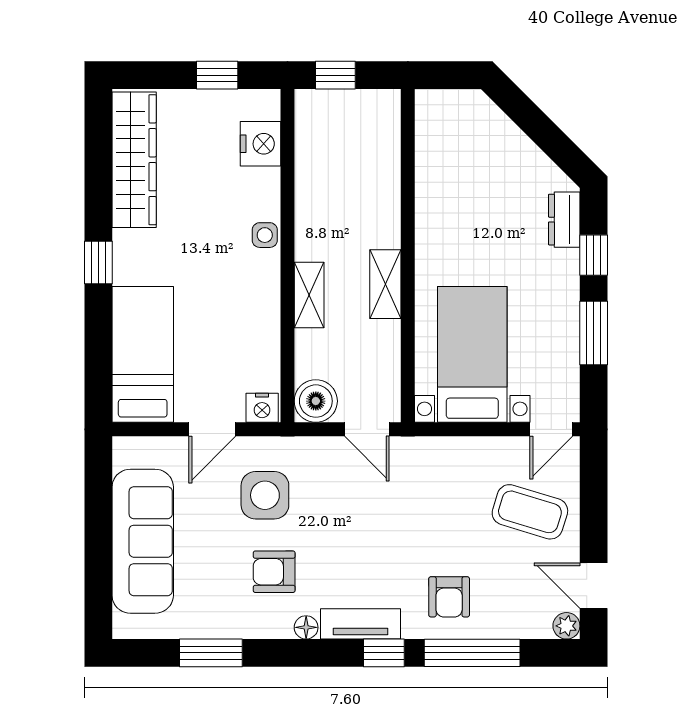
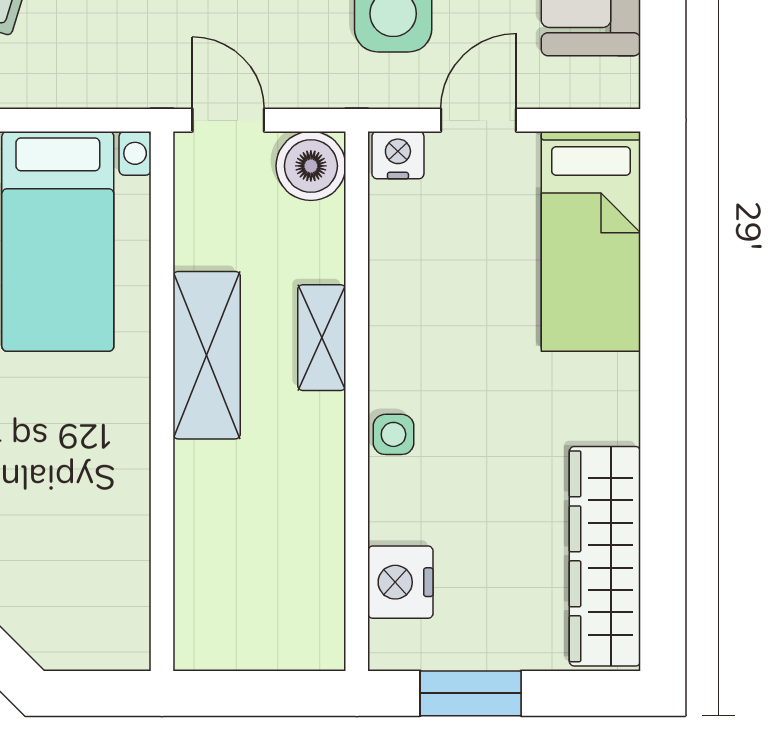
window: (217, 75) -> (471, 693), width x1.50
window: (335, 75) -> (279, 693), removed
window: (98, 262) -> (663, 390), removed
shelving: (385, 284) -> (207, 355), width x1.50, depth x1.33

